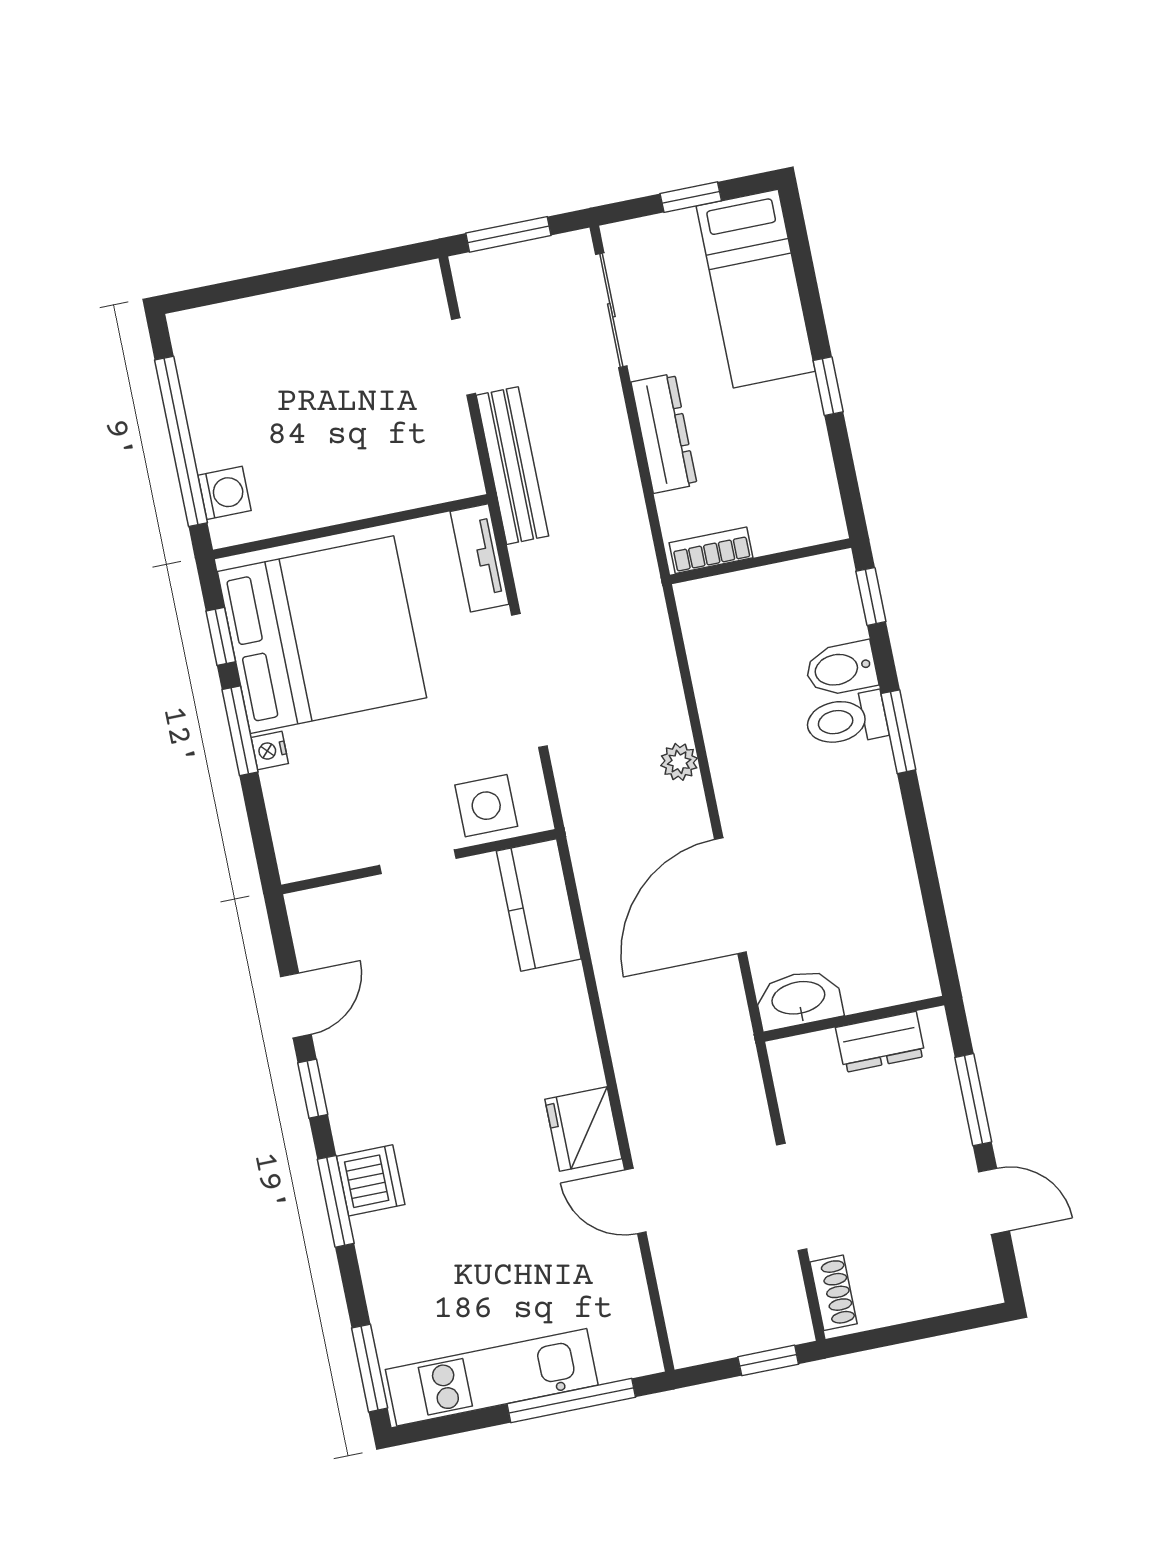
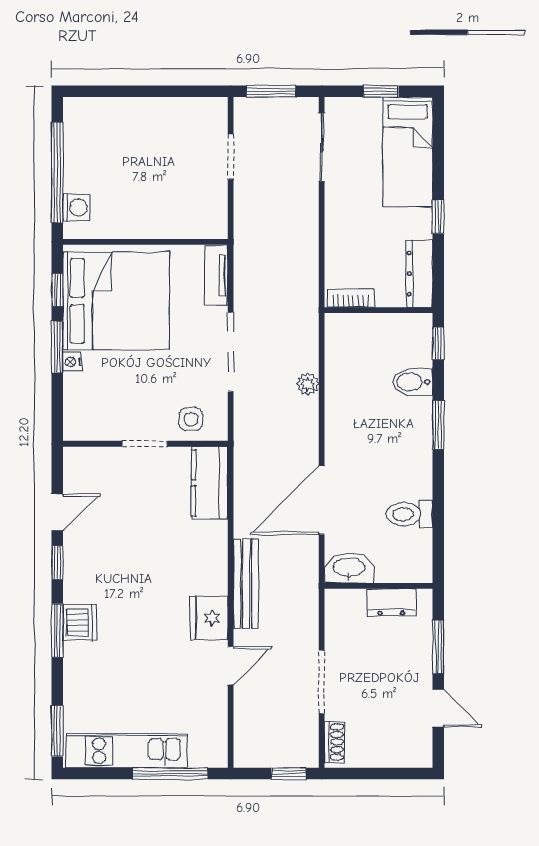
dresser: (664, 433) -> (419, 274), moved, turned 180
bench: (512, 466) -> (246, 584), moved
toilet: (846, 720) -> (409, 514), moved
plant: (679, 762) -> (308, 384), moved
side table: (486, 806) -> (191, 419), width x0.73, depth x0.73
door: (635, 1201) -> (231, 666), swing flipped

